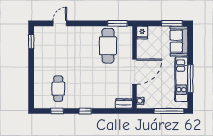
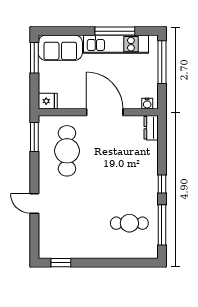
door: (60, 23) -> (34, 203), moved
cafe table: (108, 46) -> (67, 151), turned 90
window: (57, 111) -> (162, 225), width x2.17

